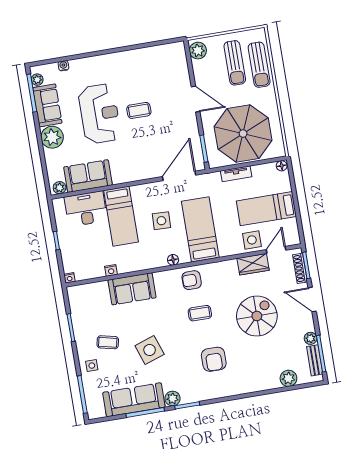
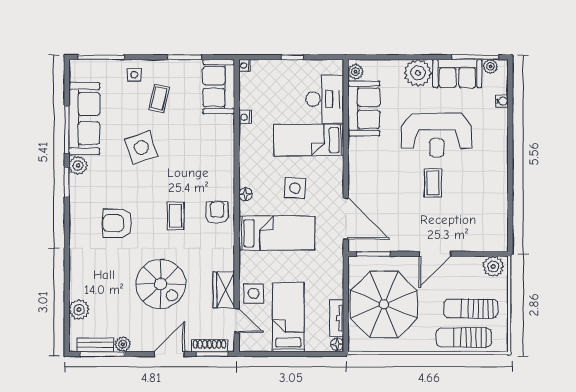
tv unit: (236, 174) -> (337, 318), moved
sofa: (132, 289) -> (219, 87), moved

